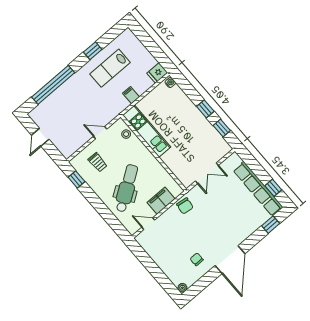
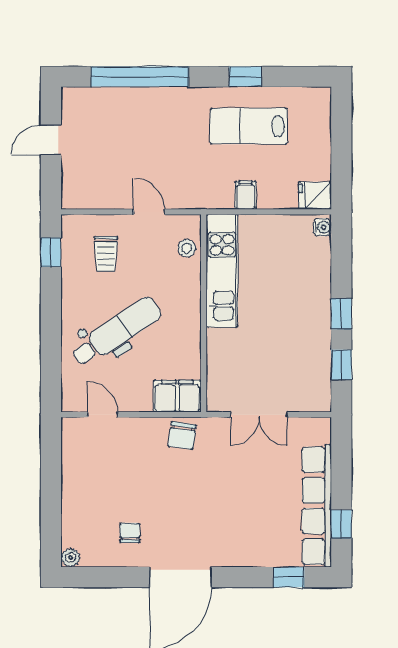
filing cabinet: (161, 201) -> (177, 396), moved

